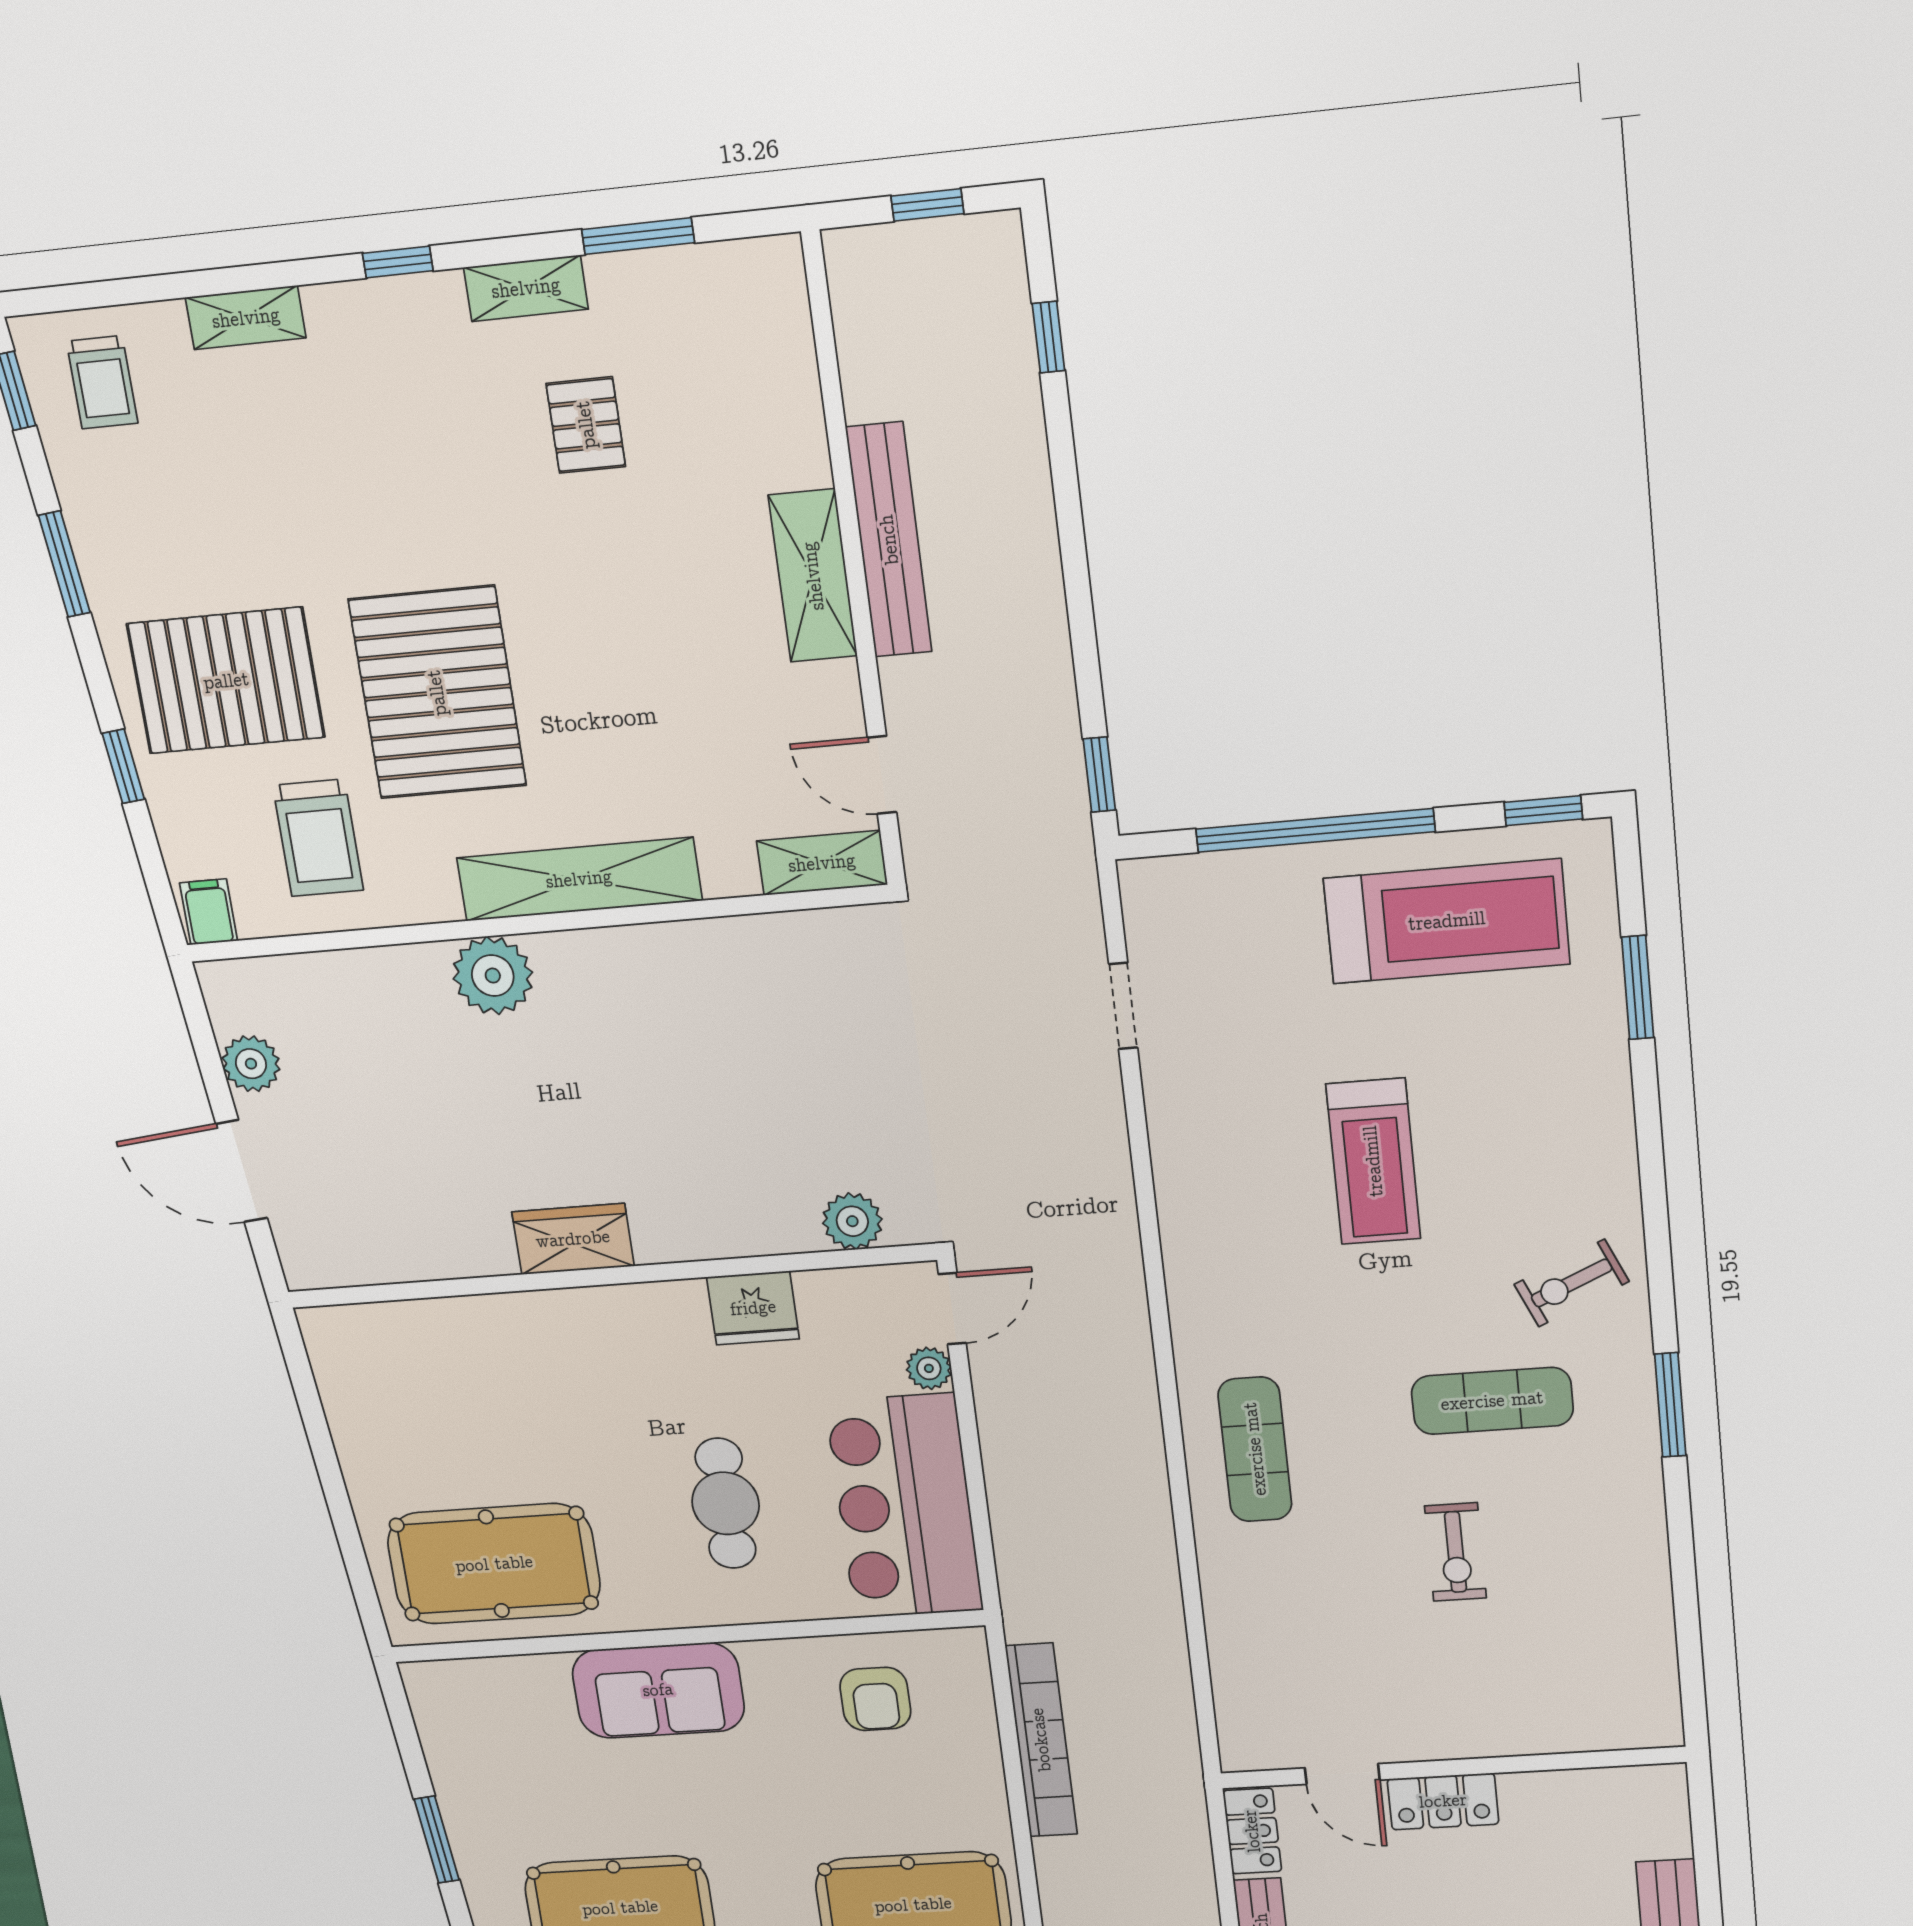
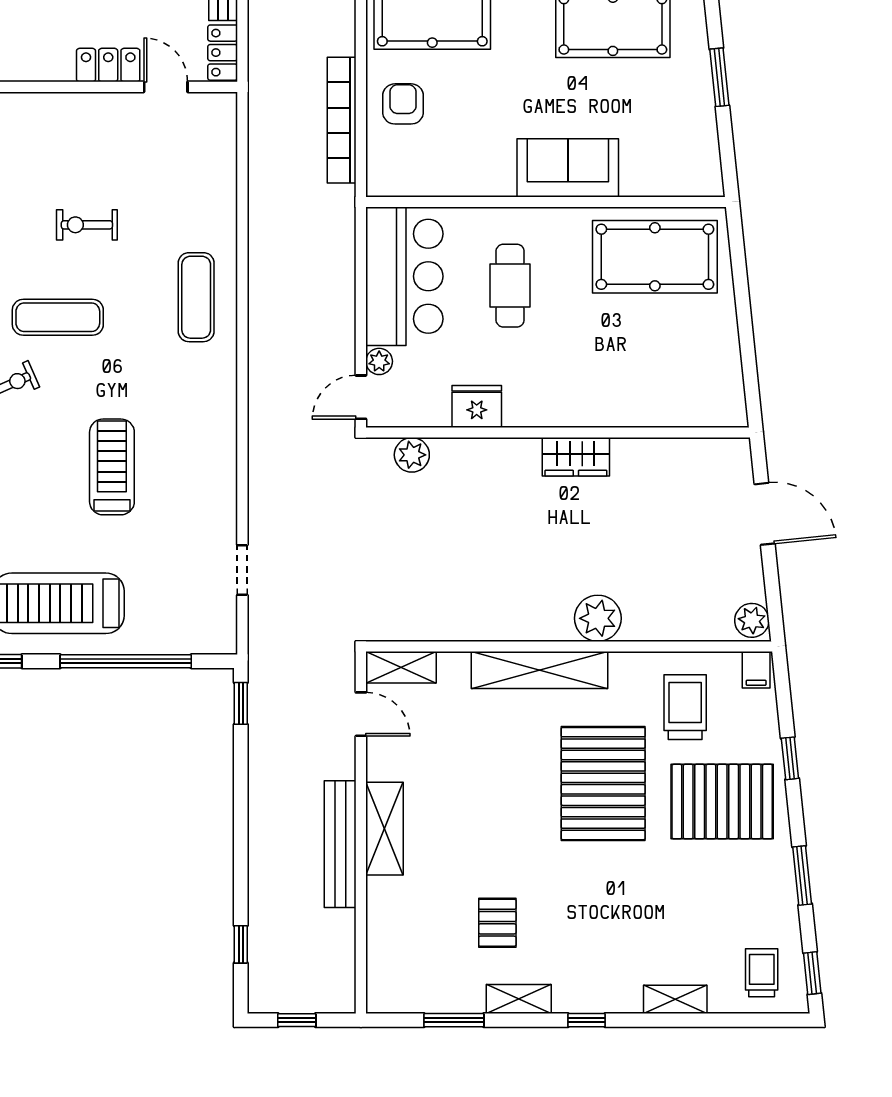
plant: (251, 1064) -> (752, 620), moved
exercise bike: (1456, 1552) -> (87, 225), turned -90
armchair: (875, 1699) -> (403, 104), moved

